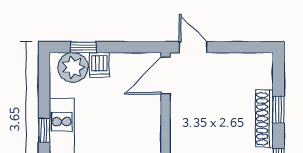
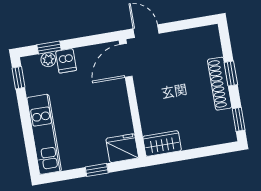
plant: (73, 67) -> (48, 60), width x0.53, depth x0.53
window: (44, 130) -> (19, 78), moved

